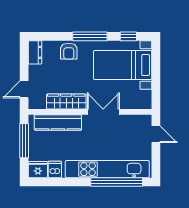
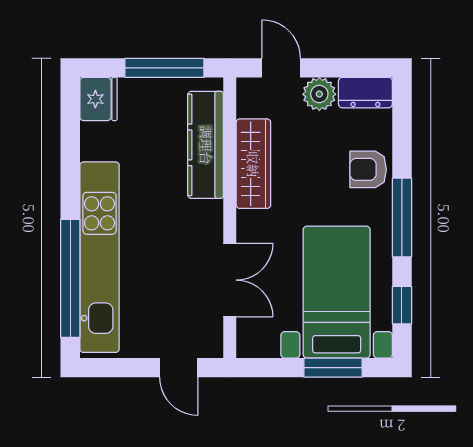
window: (156, 67) -> (333, 368), added
plant: (36, 73) -> (319, 94), added
double door: (103, 112) -> (230, 280), moved
door: (156, 134) -> (179, 368), hinge flipped
dishwasher: (55, 169) -> (99, 138), removed

